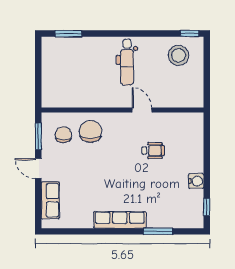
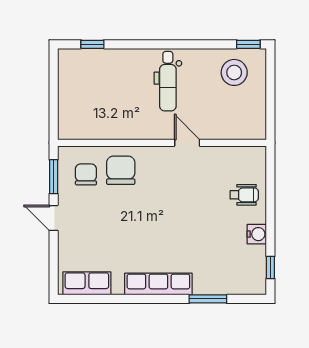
window: (68, 34) -> (92, 44), width x0.67
wheelchair: (153, 151) -> (244, 195), moved
row of seats: (50, 200) -> (87, 283), moved, turned -90

